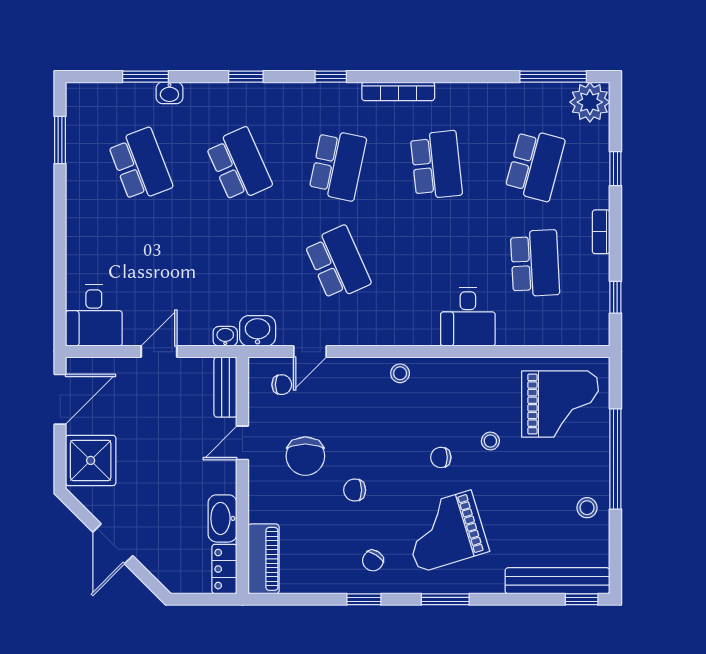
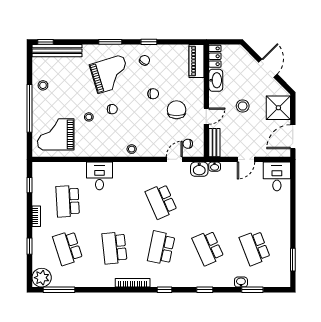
school desk: (535, 165) -> (68, 248), turned -33
stool: (166, 464) -> (243, 106), added

